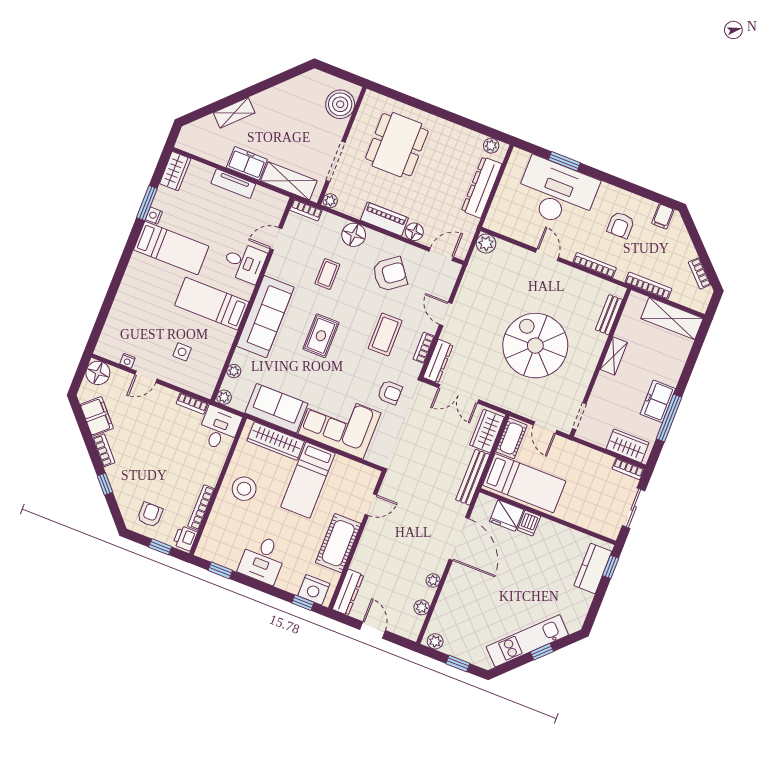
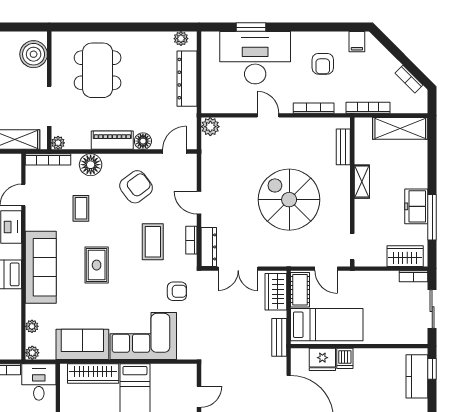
bookcase: (306, 210) -> (48, 159), width x1.56
bench: (473, 477) -> (279, 337), width x0.73

